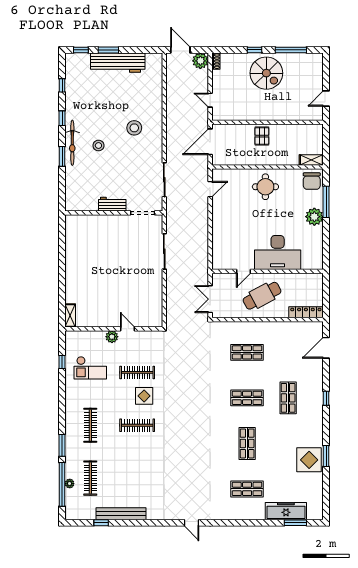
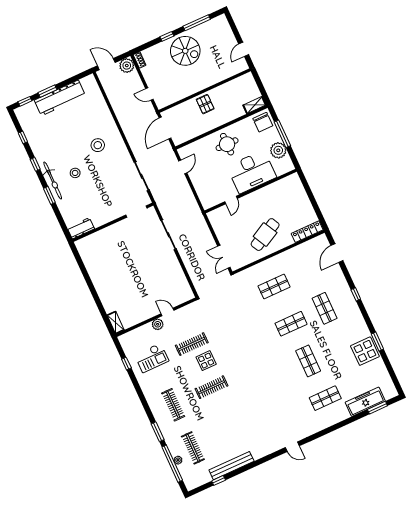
workbench: (112, 204) -> (81, 228), moved
desk: (278, 253) -> (252, 172), moved
door: (244, 271) -> (231, 200), moved
wall: (268, 271) -> (251, 191), moved

